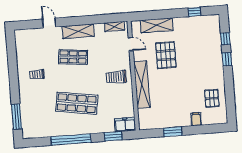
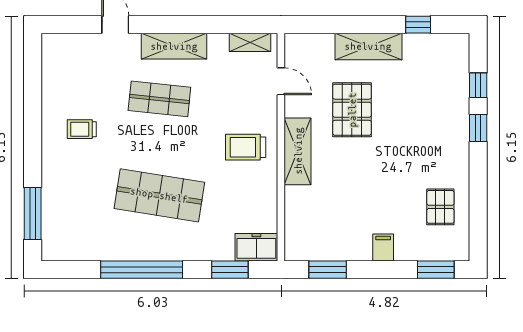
shelving: (157, 25) -> (368, 46), moved
shelving: (142, 85) -> (298, 151), width x0.68
filing cabinet: (196, 119) -> (383, 248), moved
window: (212, 129) -> (436, 270), added
window: (173, 132) -> (328, 270), moved

